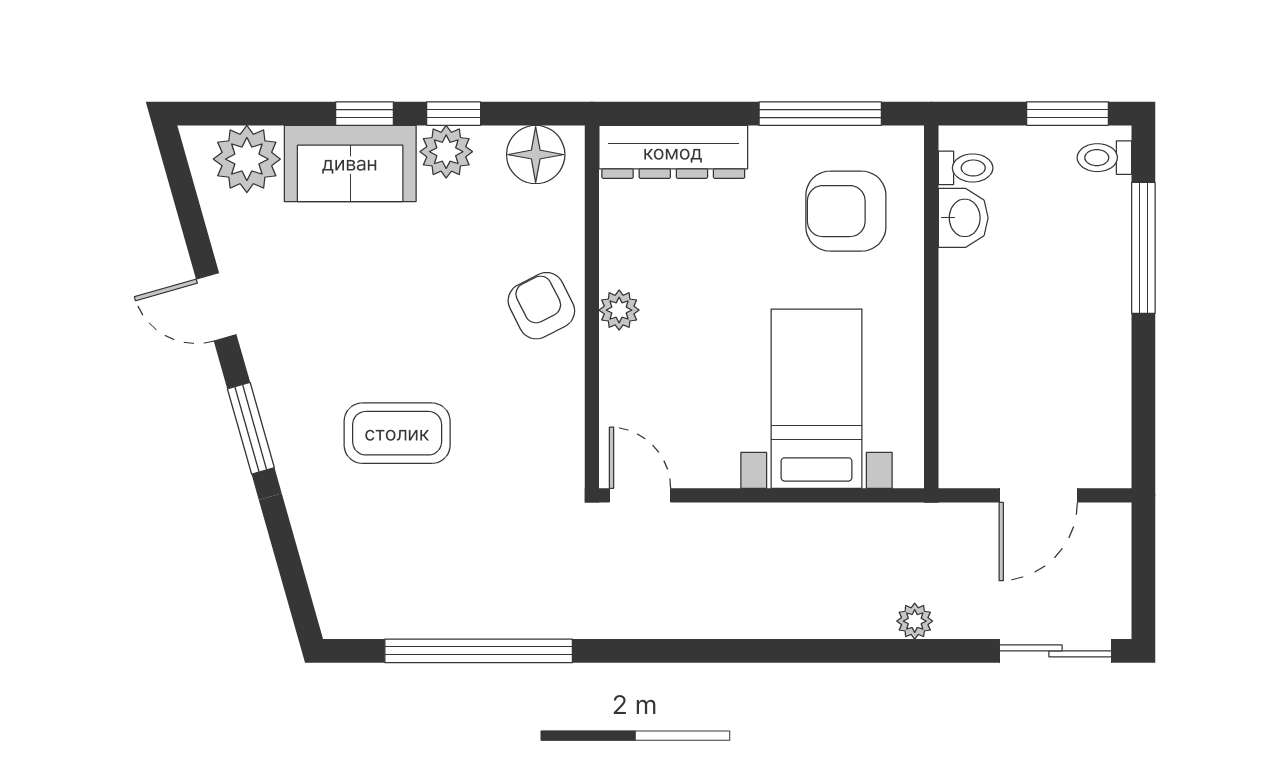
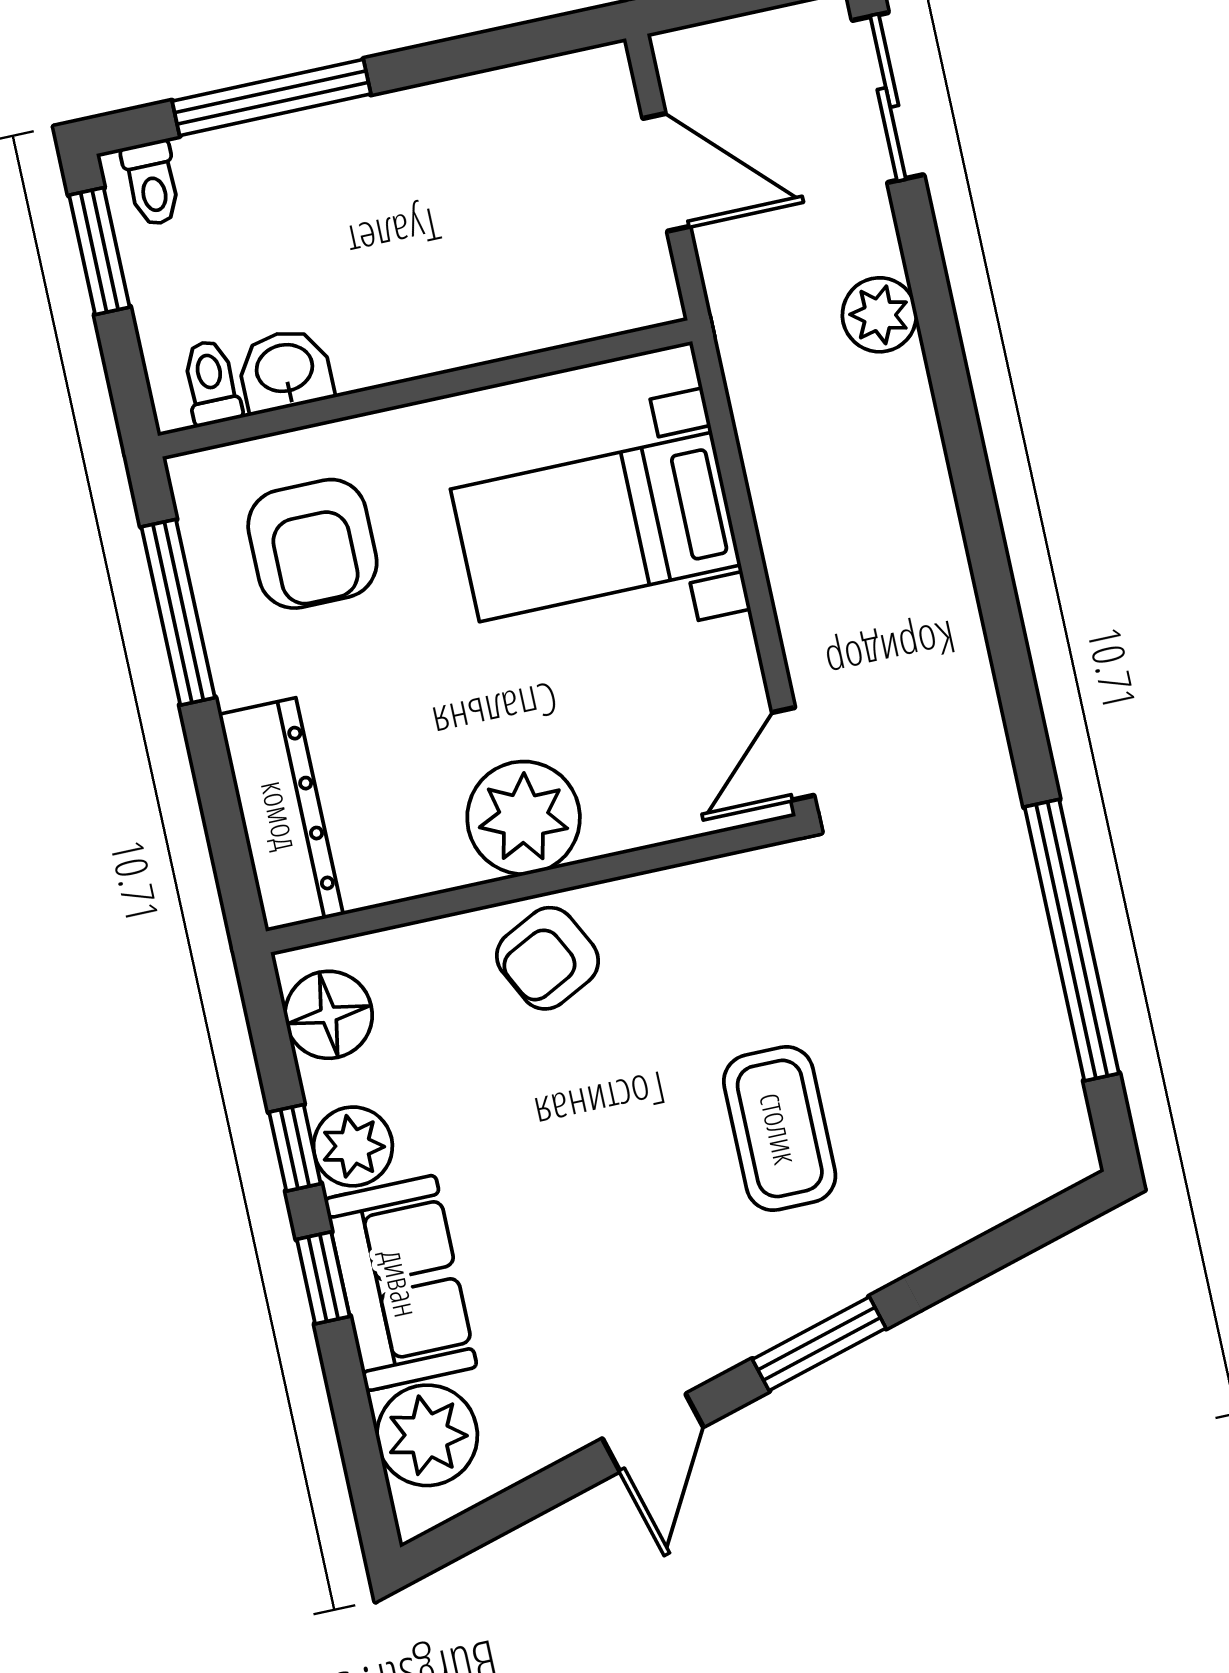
plant: (619, 310) -> (524, 818), width x1.87, depth x1.87
plant: (915, 621) -> (879, 315), width x1.38, depth x1.38

